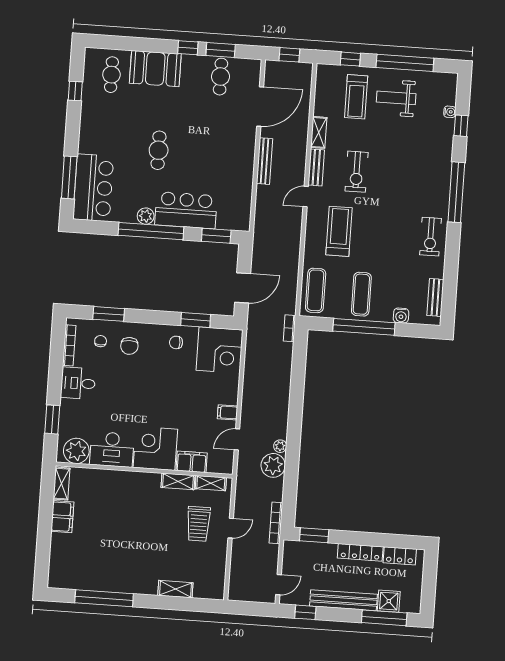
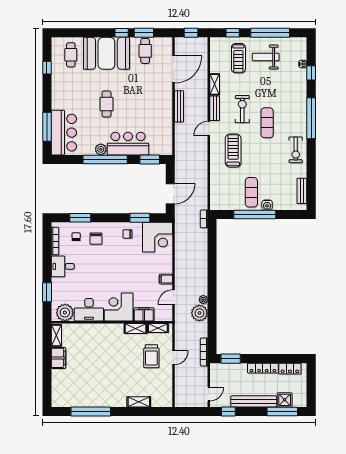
booth: (155, 69) -> (106, 53), width x1.36, depth x1.42
exercise bike: (357, 172) -> (242, 109), turned 180
exercise mat: (316, 290) -> (267, 123), moved
water cooler: (401, 316) -> (267, 205), moved

